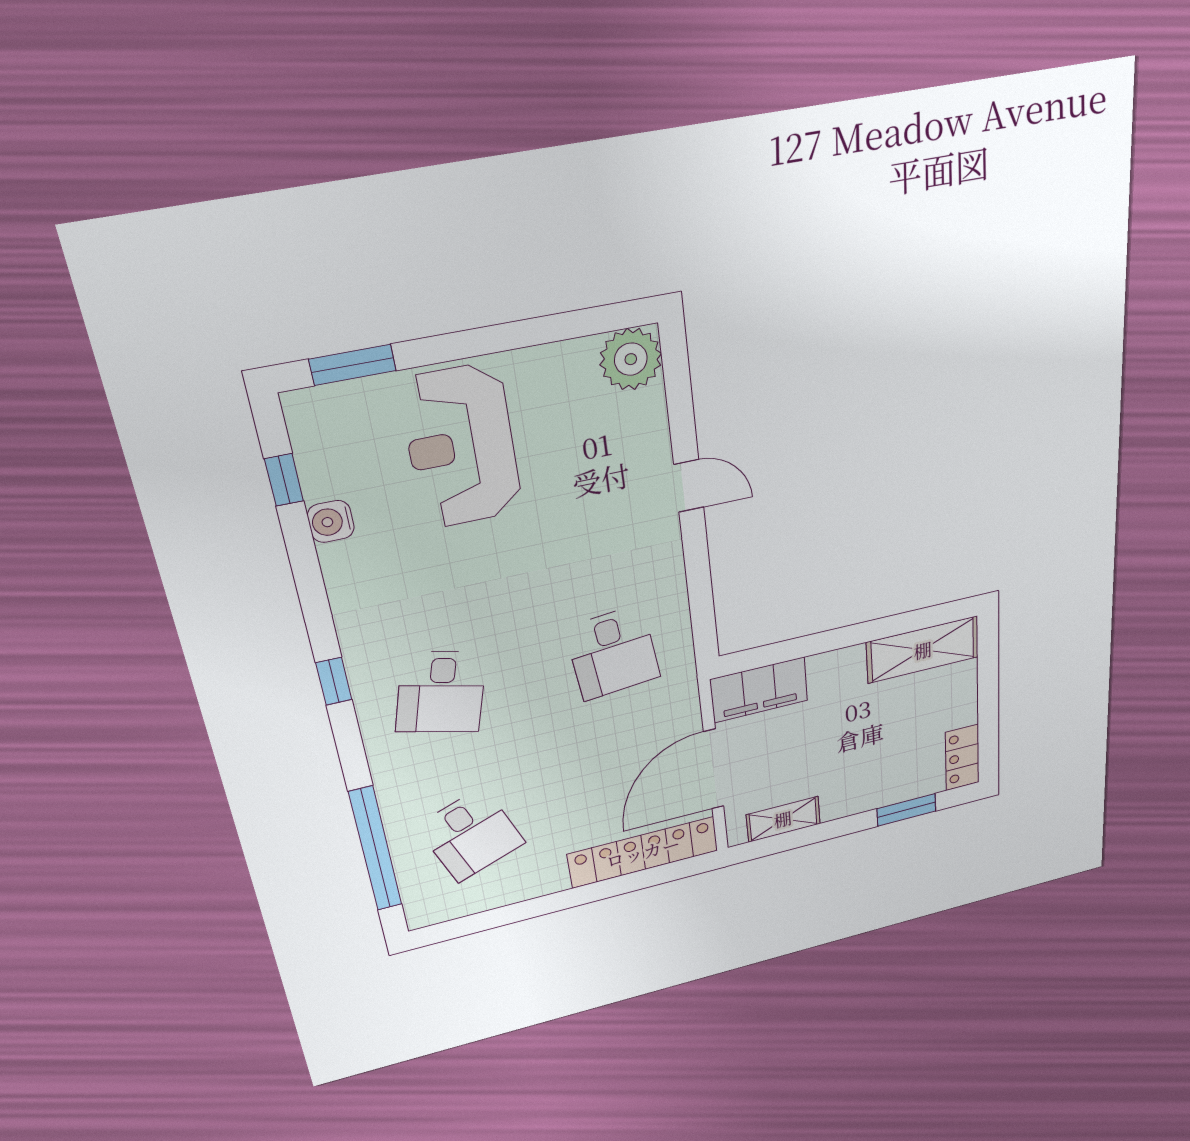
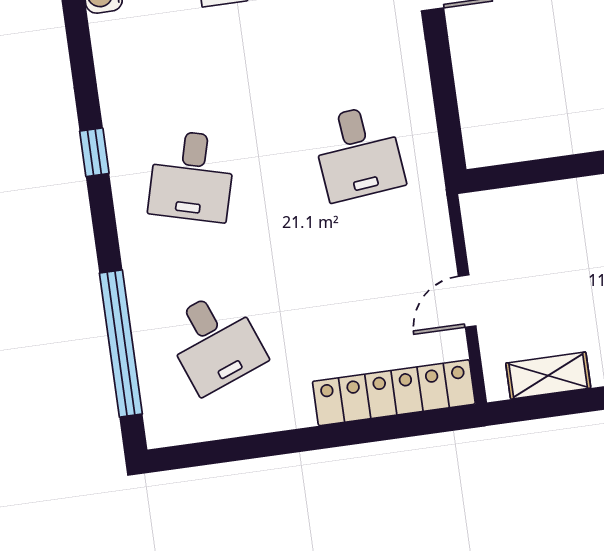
filing cabinet: (759, 690) -> (512, 213), removed
door: (714, 769) -> (467, 301), width x0.53

